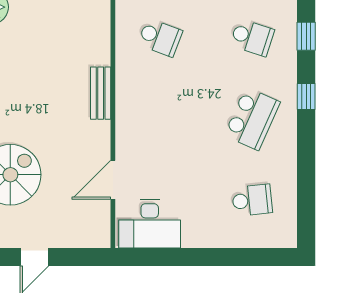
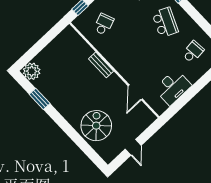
school desk: (160, 38) -> (104, 24), turned -42
desk: (150, 224) -> (173, 87), moved

